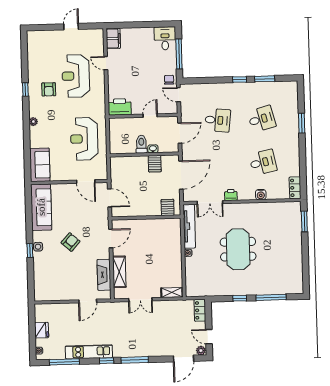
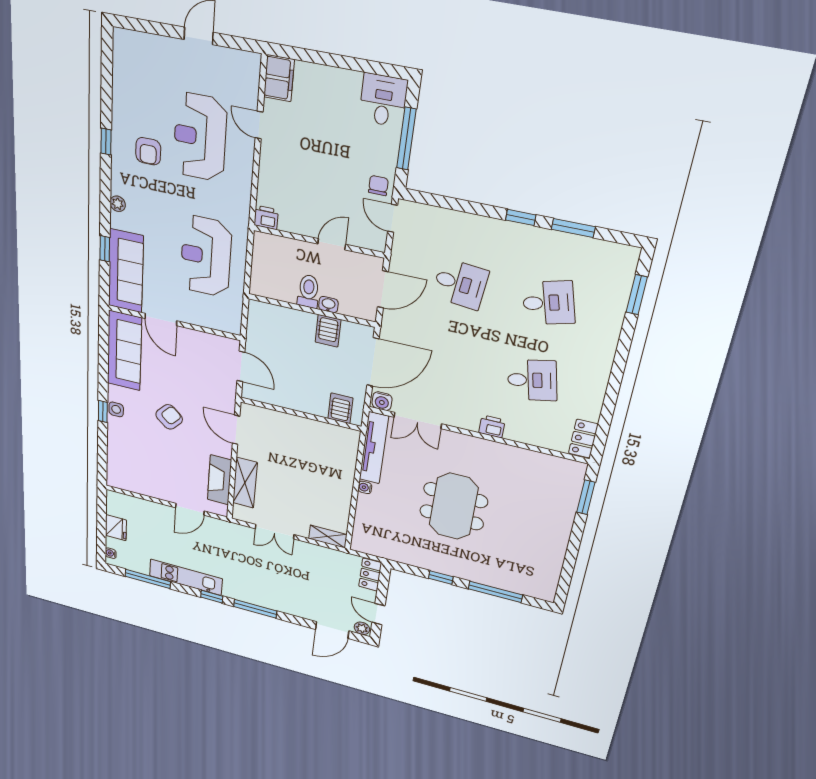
printer: (120, 107) -> (266, 218), width x0.53, depth x0.68
window: (302, 123) -> (637, 295), moved
window: (27, 149) -> (105, 249), added
sofa: (40, 165) -> (126, 271), width x1.36
door: (86, 182) -> (161, 320), moved
printer: (231, 195) -> (492, 426), moved
water cooler: (261, 195) -> (382, 401), moved
door: (111, 238) -> (236, 430), swing flipped

